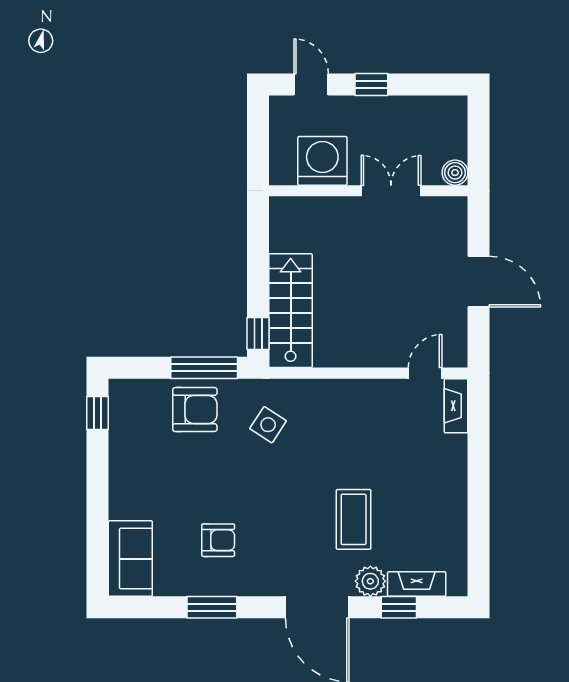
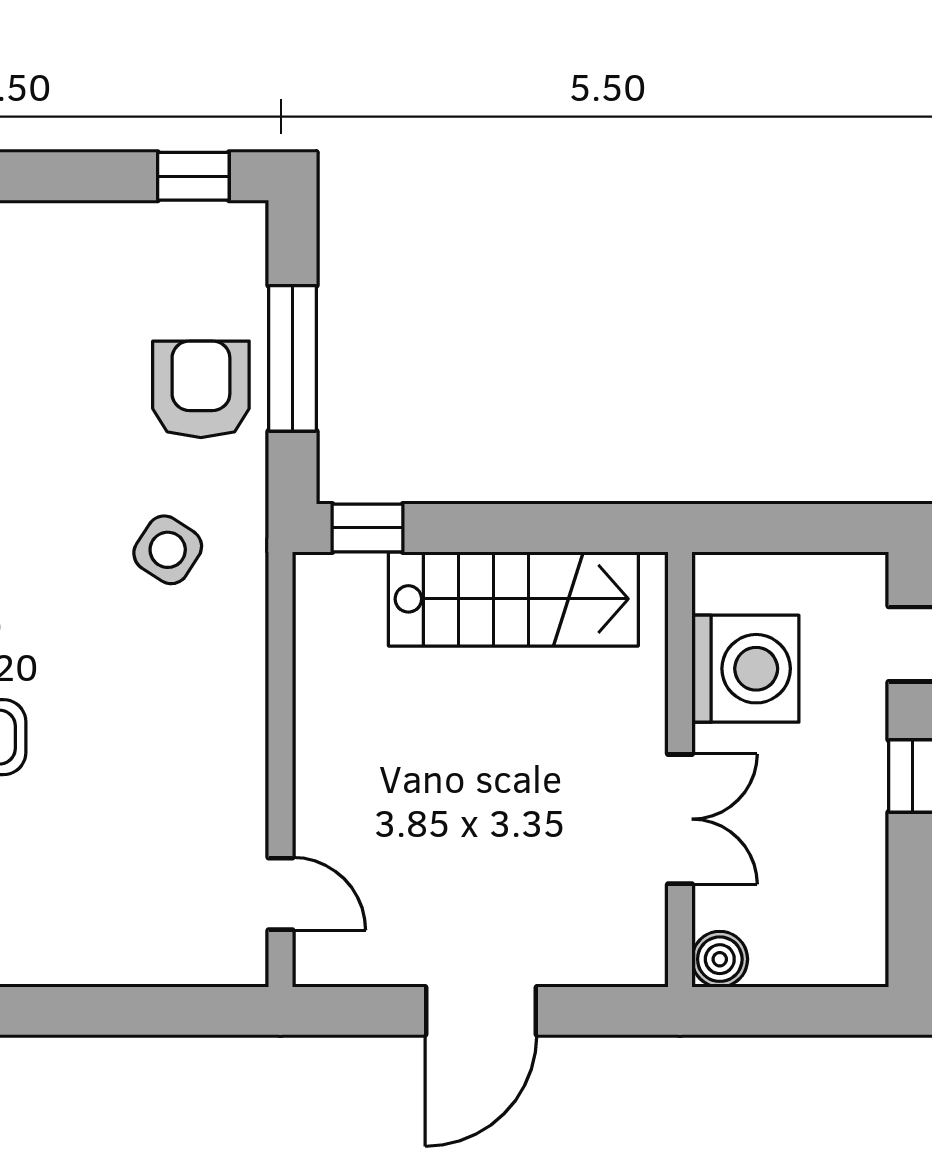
stairs: (291, 311) -> (513, 599), moved
window: (204, 368) -> (292, 358), moved
fireplace: (456, 406) -> (209, 962), removed
armchair: (195, 410) -> (201, 389), turned 180

